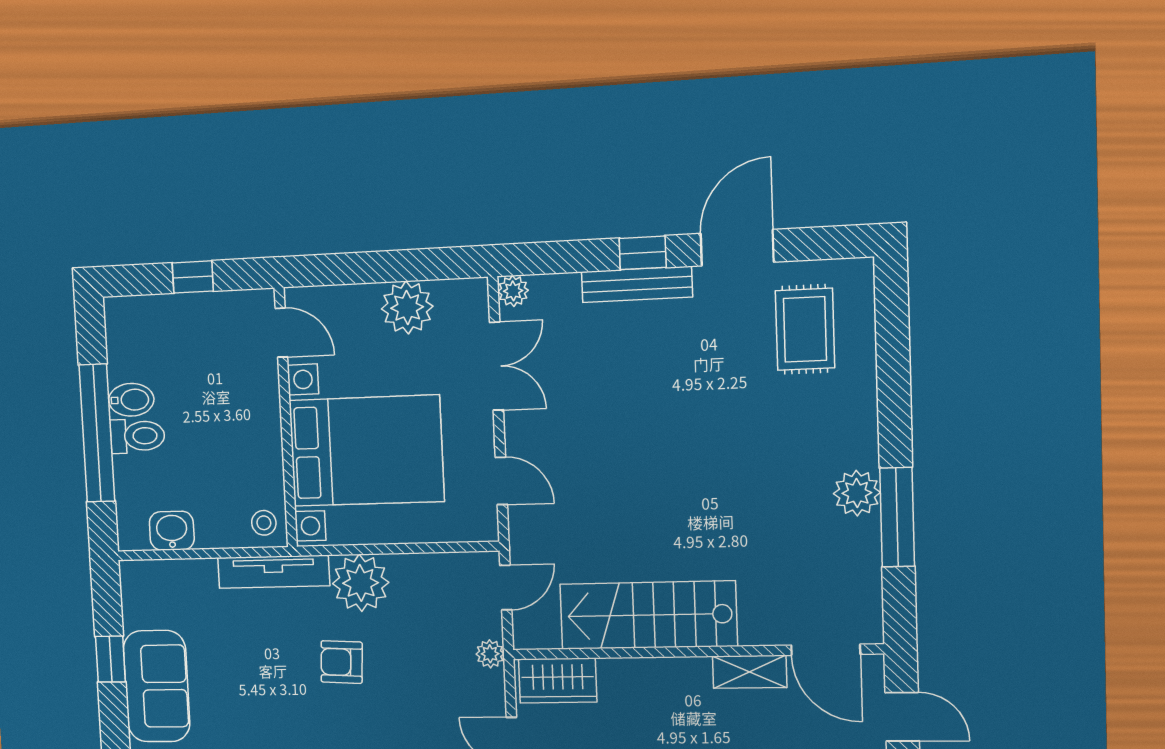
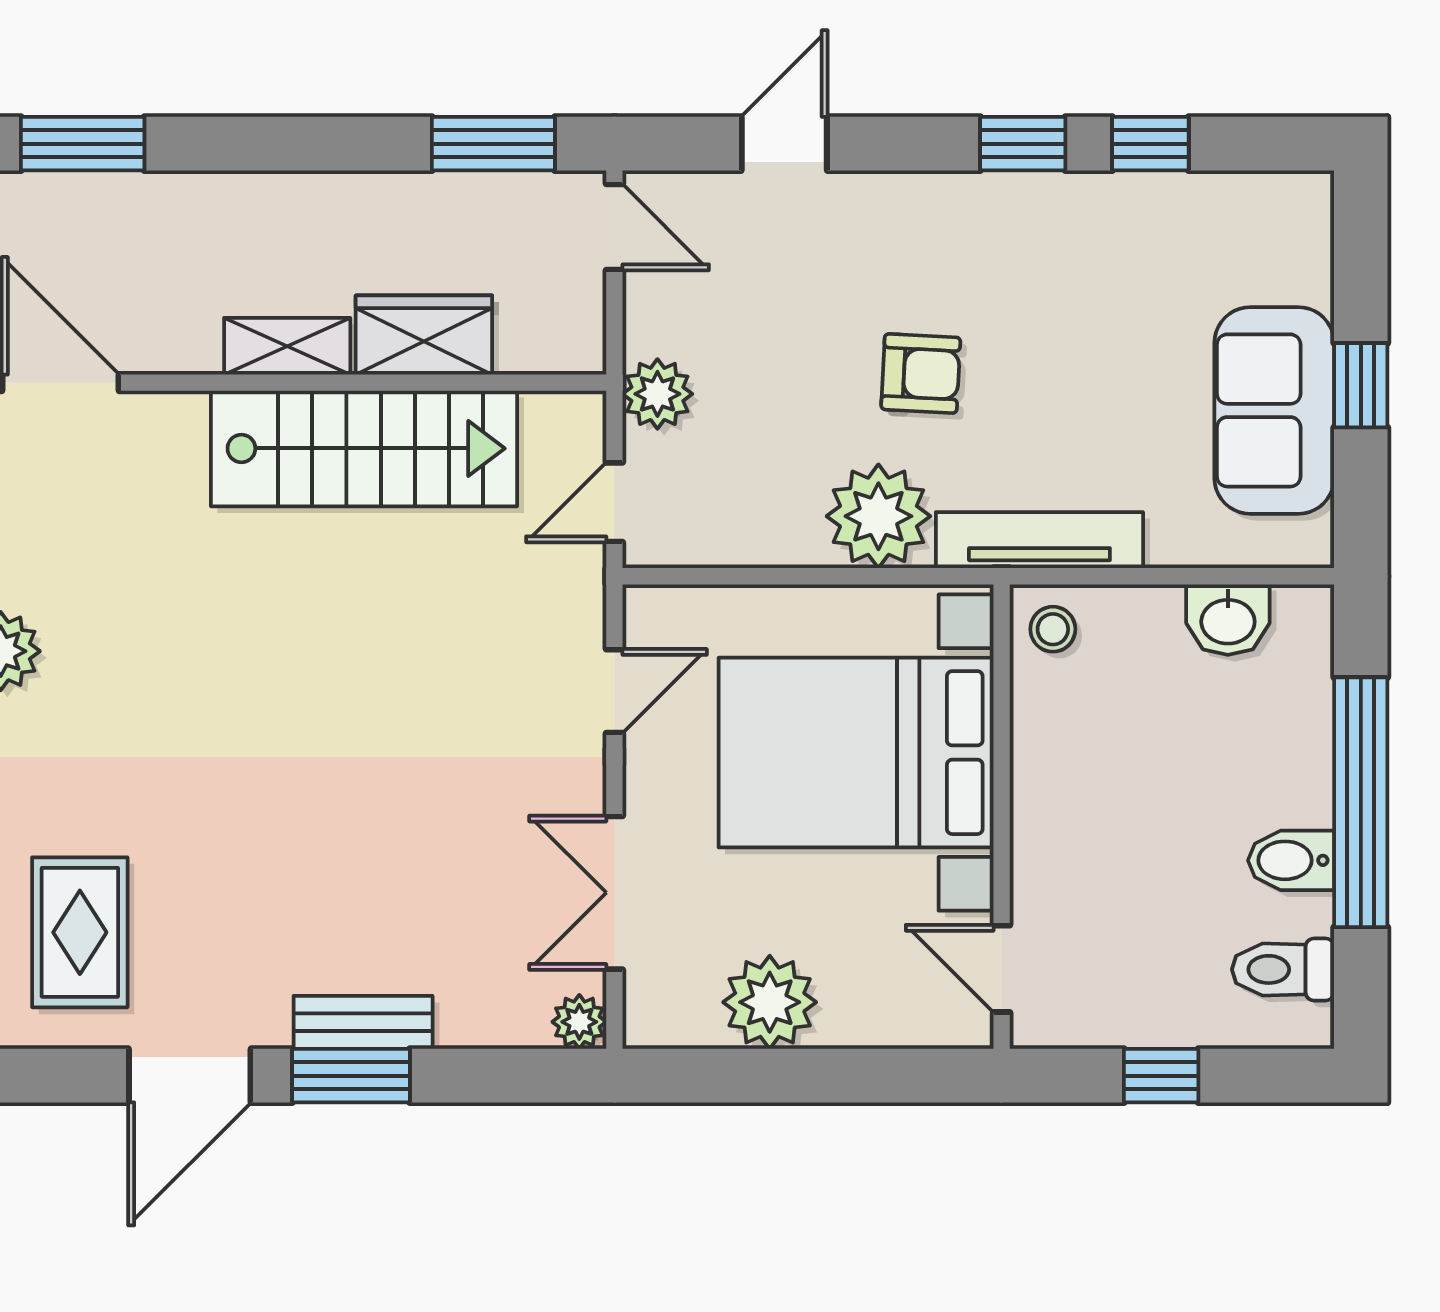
window: (643, 253) -> (351, 1076), width x1.50
bench: (637, 284) -> (363, 1022), width x0.73
toilet: (138, 436) -> (1283, 969), moved
door: (501, 481) -> (614, 691), swing flipped
plant: (490, 654) -> (657, 394), width x1.38, depth x1.38
shelving: (750, 672) -> (287, 346), moved
wardrobe: (558, 680) -> (424, 335), moved
sofa: (157, 686) -> (1274, 410), moved

